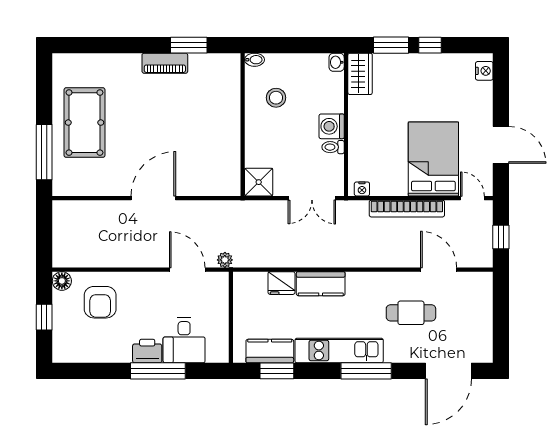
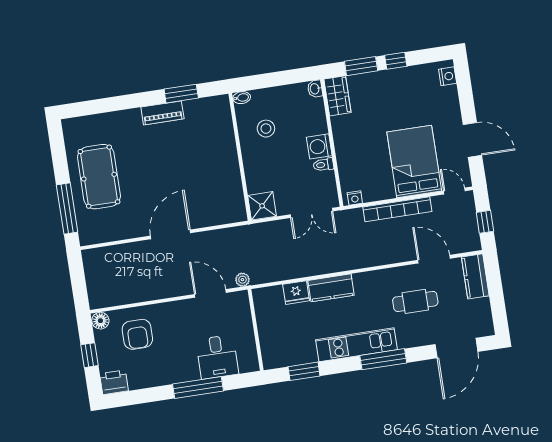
printer: (147, 351) -> (114, 382), moved
kitchen counter: (270, 351) -> (475, 276), moved, turned -90

